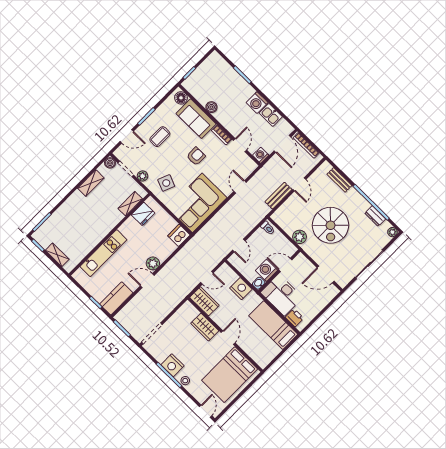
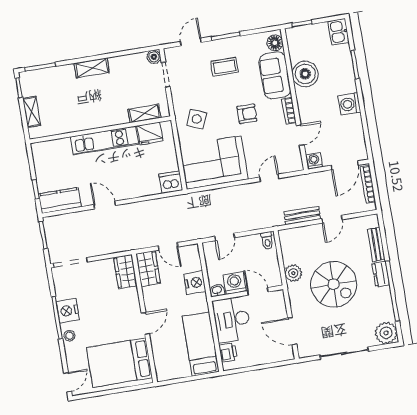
boiler: (211, 107) -> (305, 74), width x1.86, depth x1.86
kitchen sink: (271, 115) -> (339, 32), moved
door: (127, 136) -> (191, 42), swing flipped
plant: (143, 176) -> (177, 94), removed
shelving: (91, 183) -> (92, 68), moved
dresser: (375, 216) -> (381, 274), moved
spiral stairs: (331, 225) -> (334, 284), turned -90
plant: (392, 232) -> (386, 333), width x1.88, depth x1.88
kitchen unit: (103, 253) -> (105, 140), moved
plant: (153, 263) -> (123, 192), removed
wardrobe: (205, 327) -> (125, 272), moved

